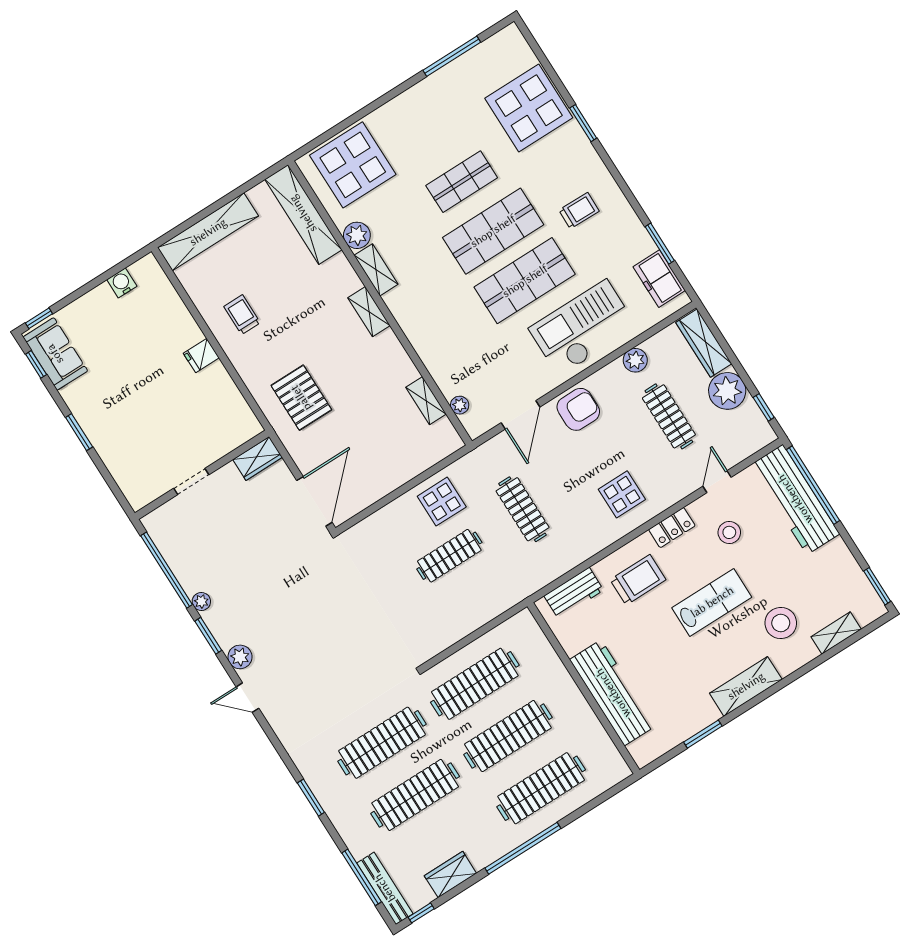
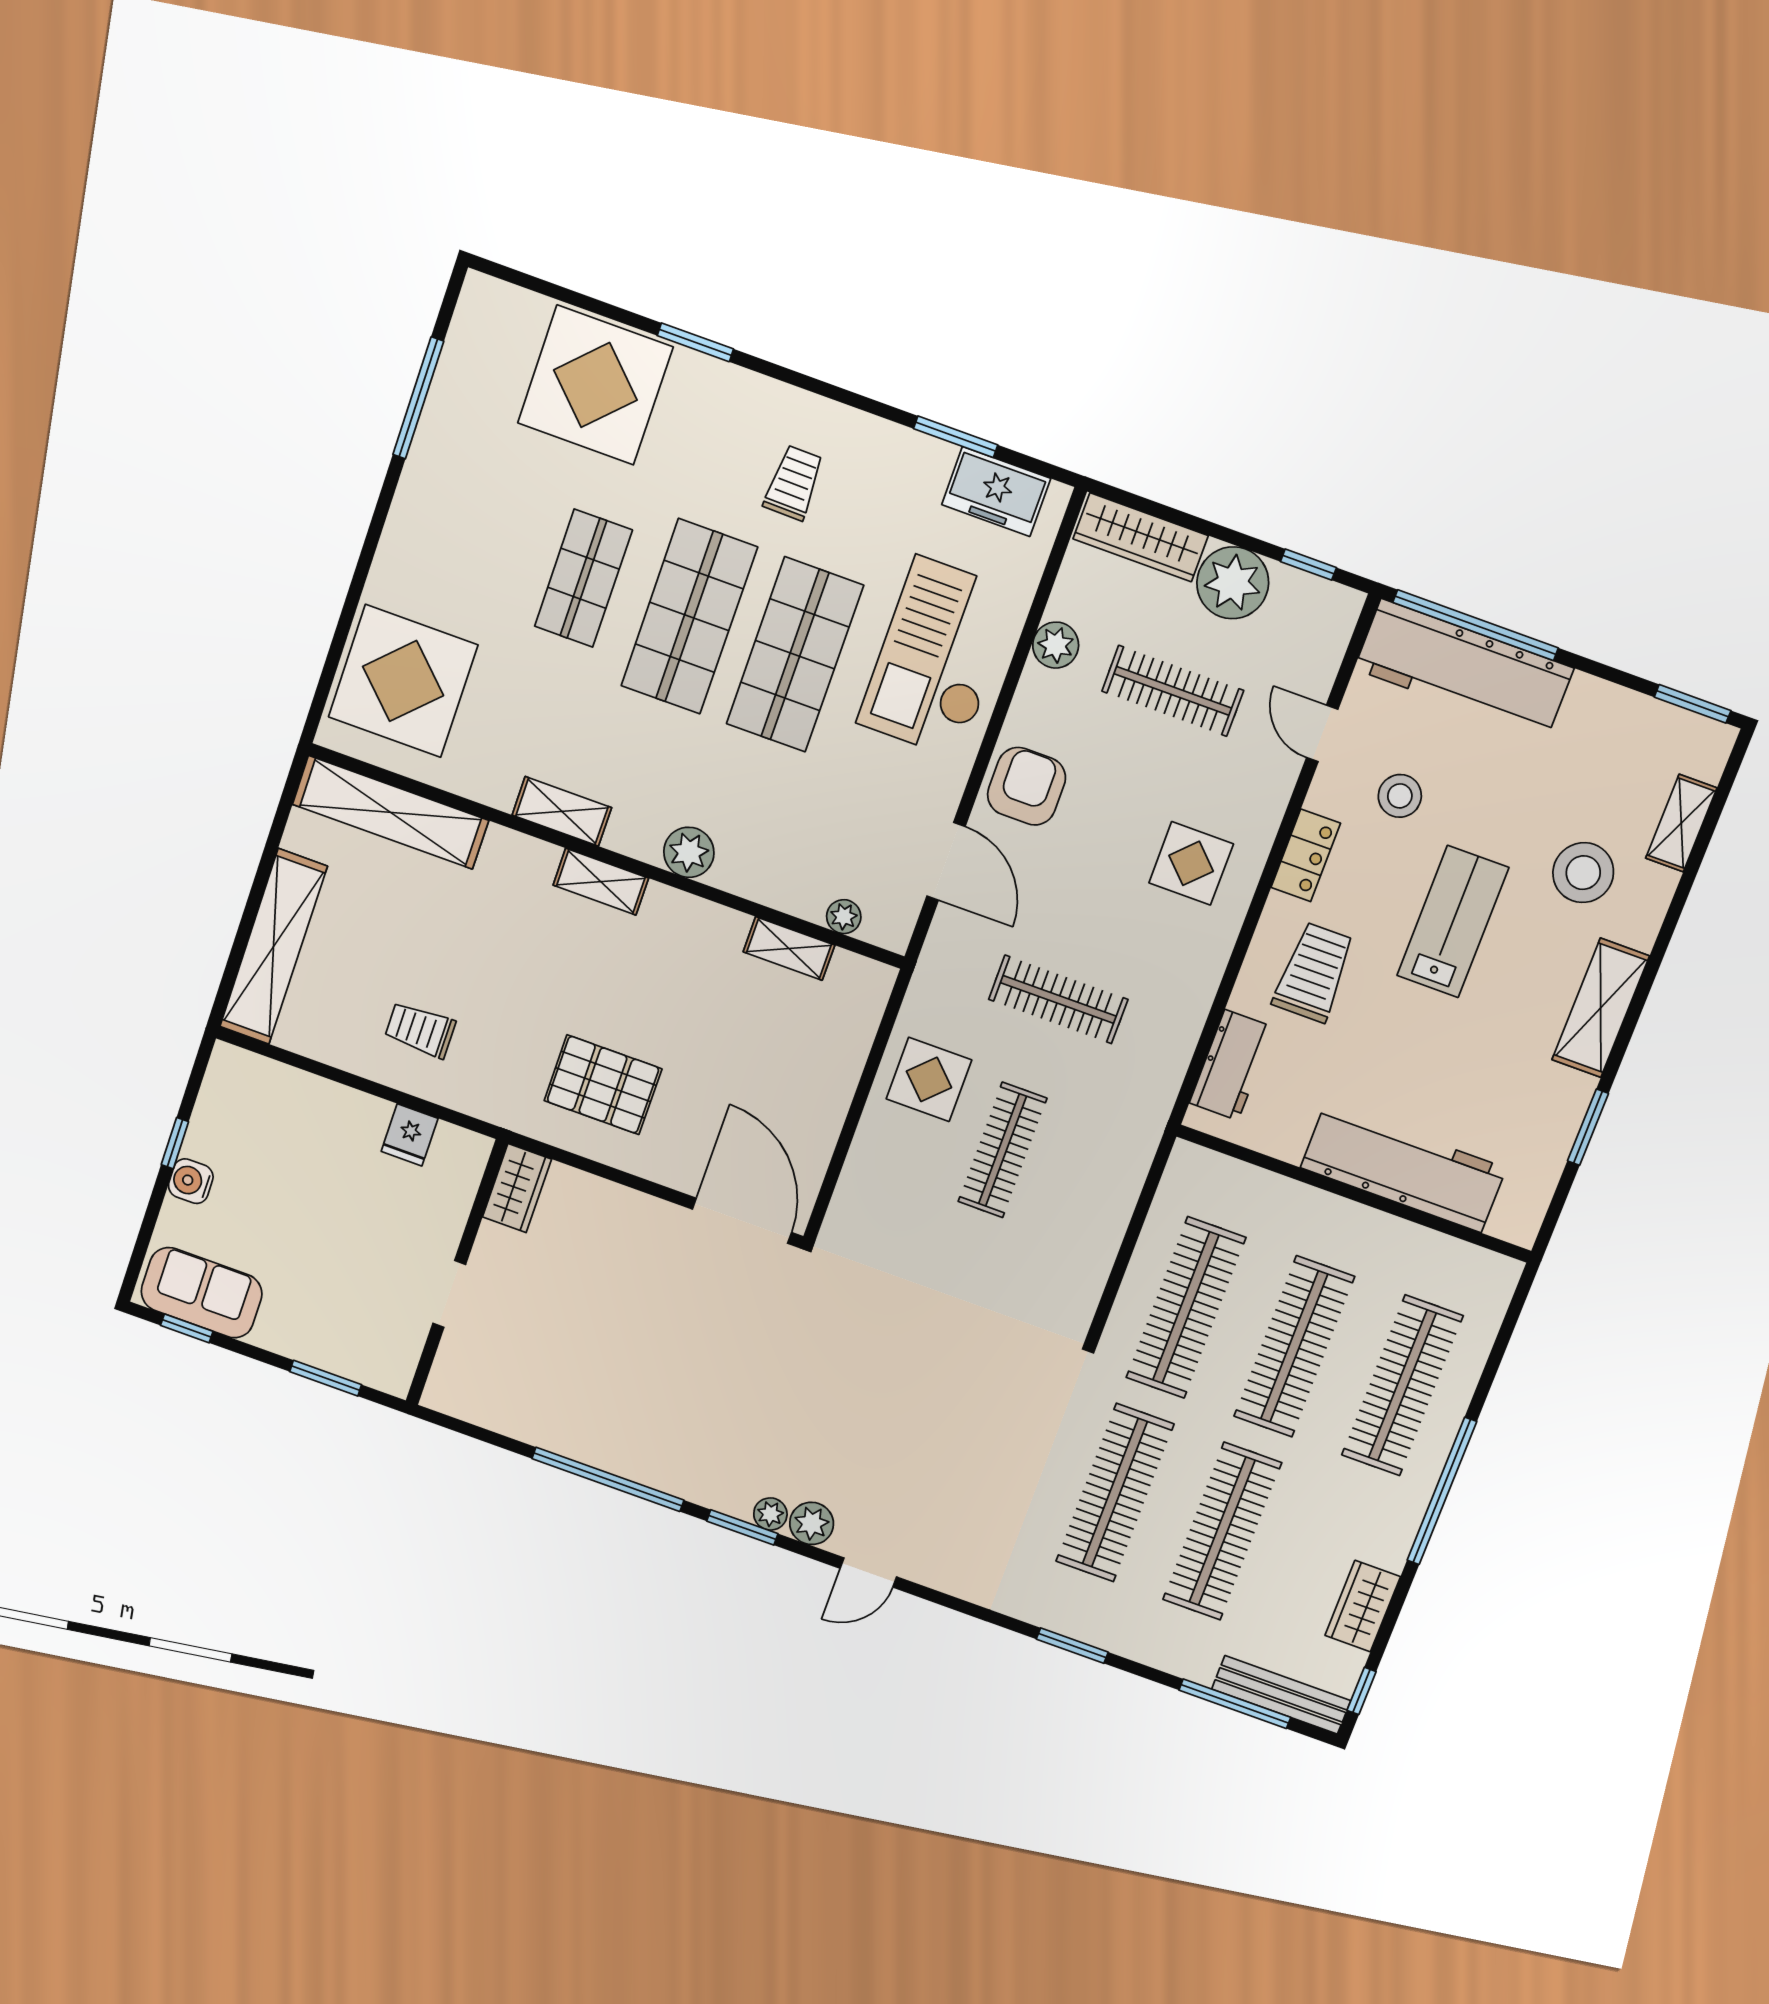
plant: (357, 235) -> (689, 852), moved
water cooler: (122, 283) -> (191, 1181), moved
window: (39, 318) -> (175, 1143), moved
wardrobe: (258, 458) -> (517, 1188), moved
wall: (202, 475) -> (456, 1273), moved
doorway: (191, 482) -> (449, 1294), moved
plant: (201, 601) -> (770, 1514), moved

